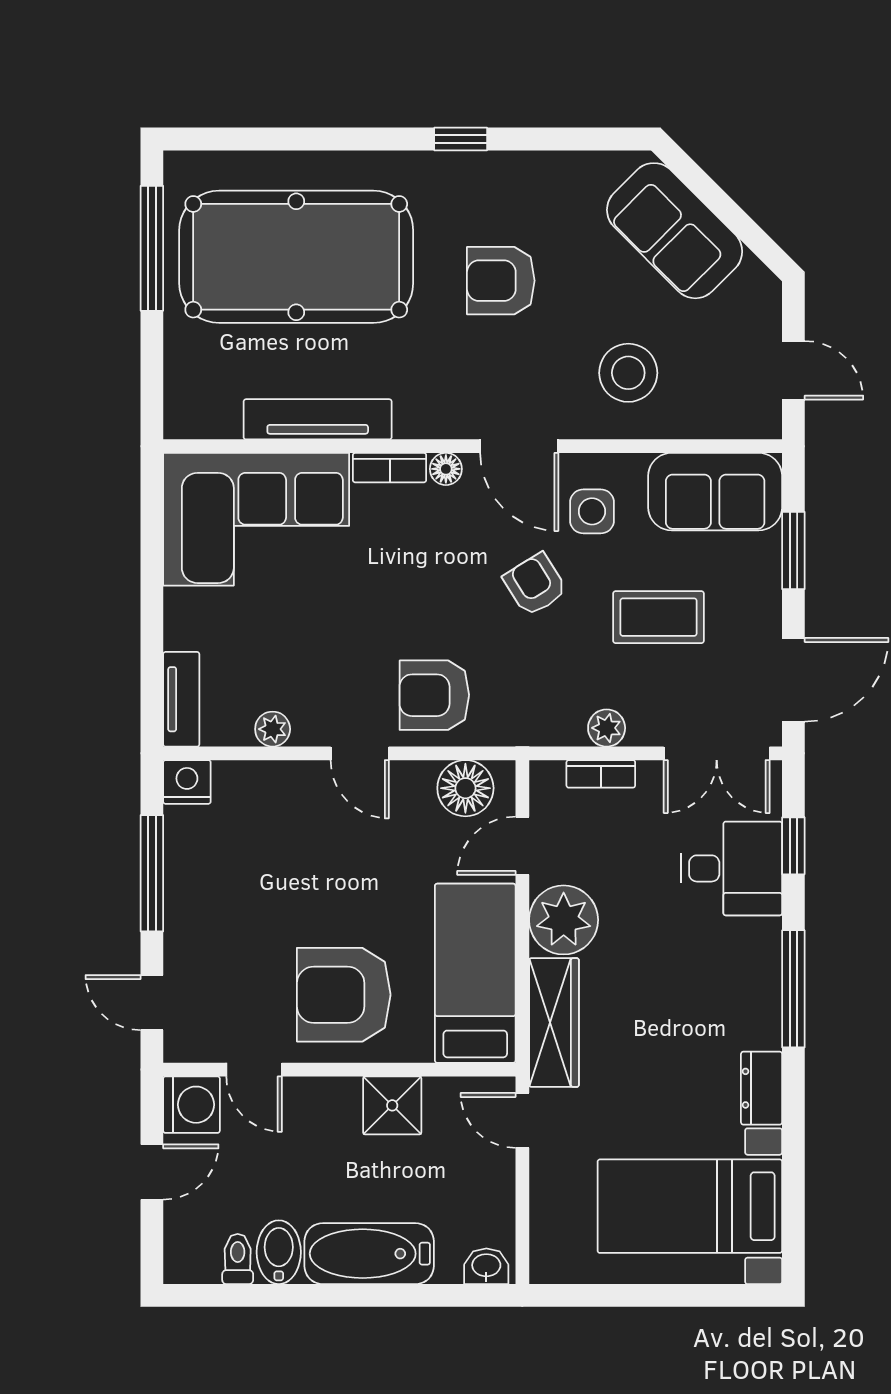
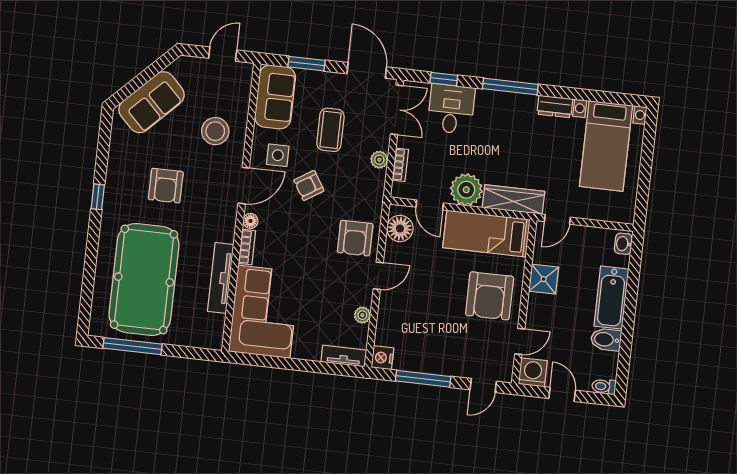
toilet: (238, 1259) -> (604, 386), moved

